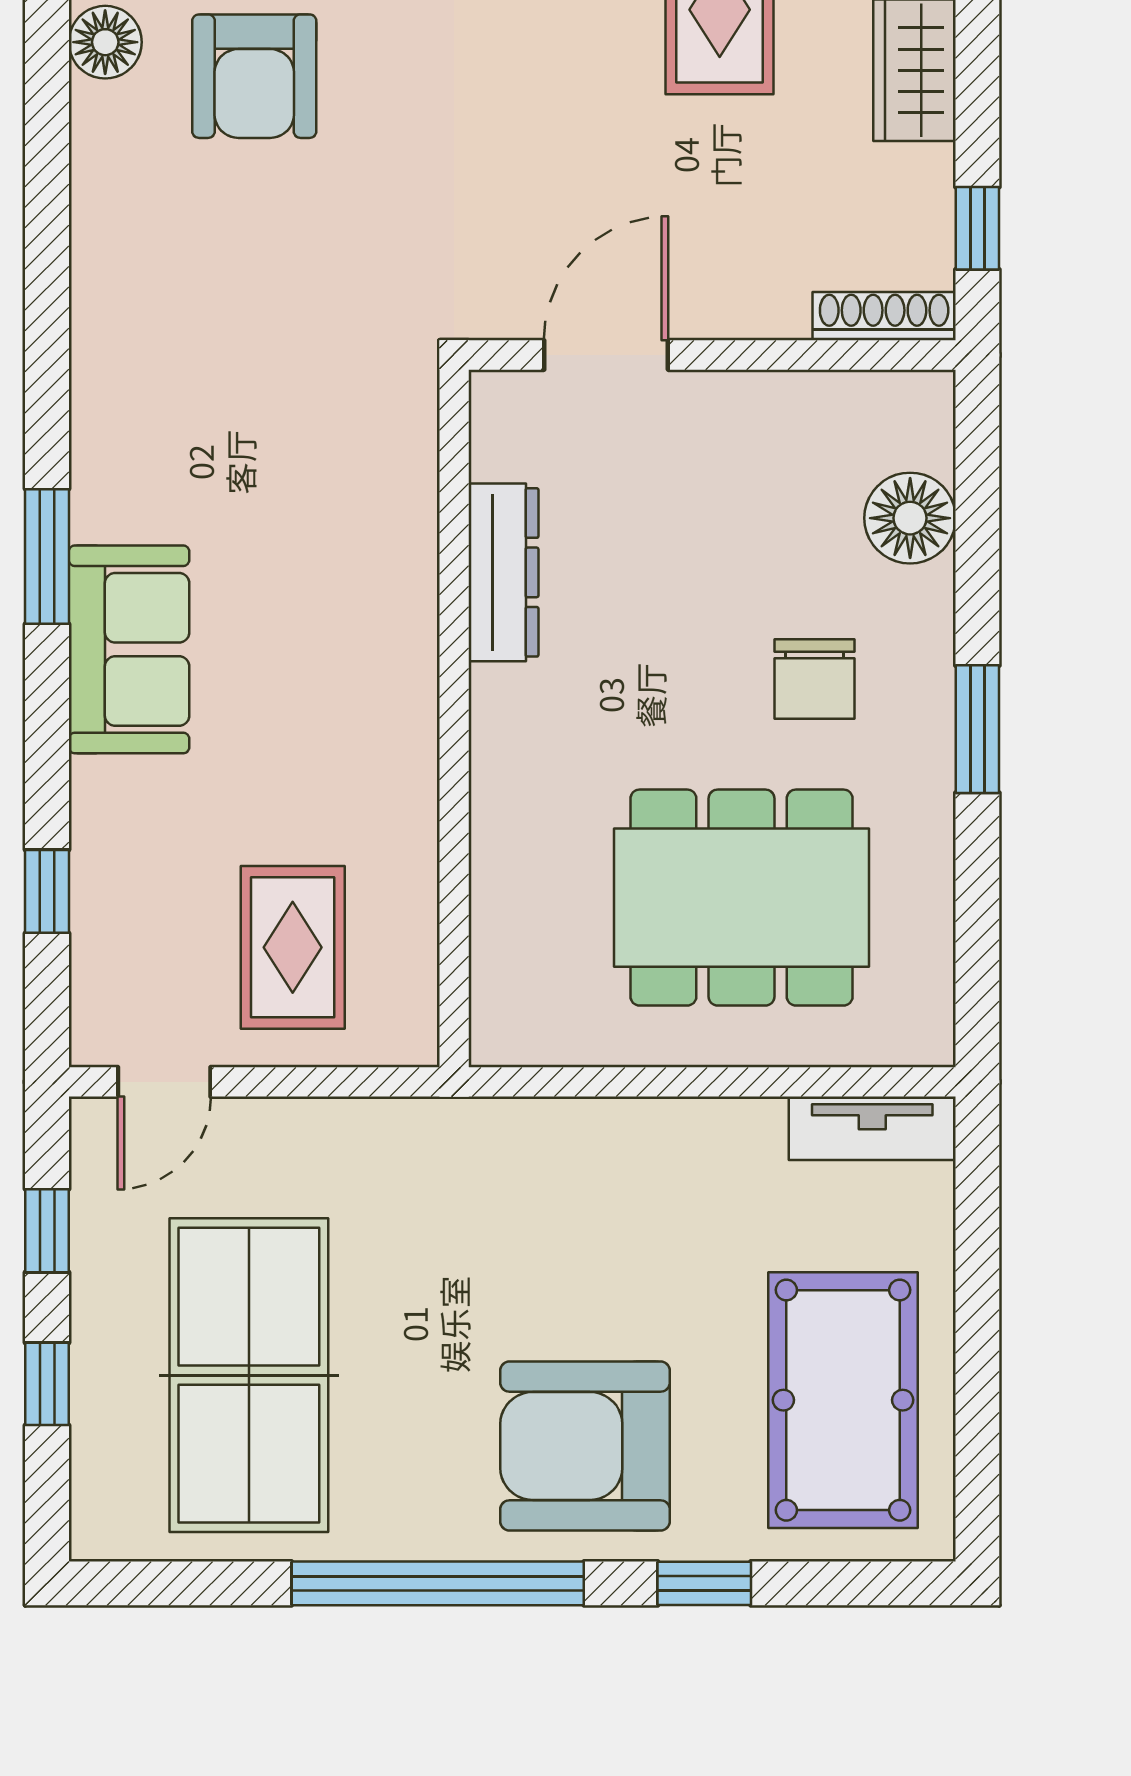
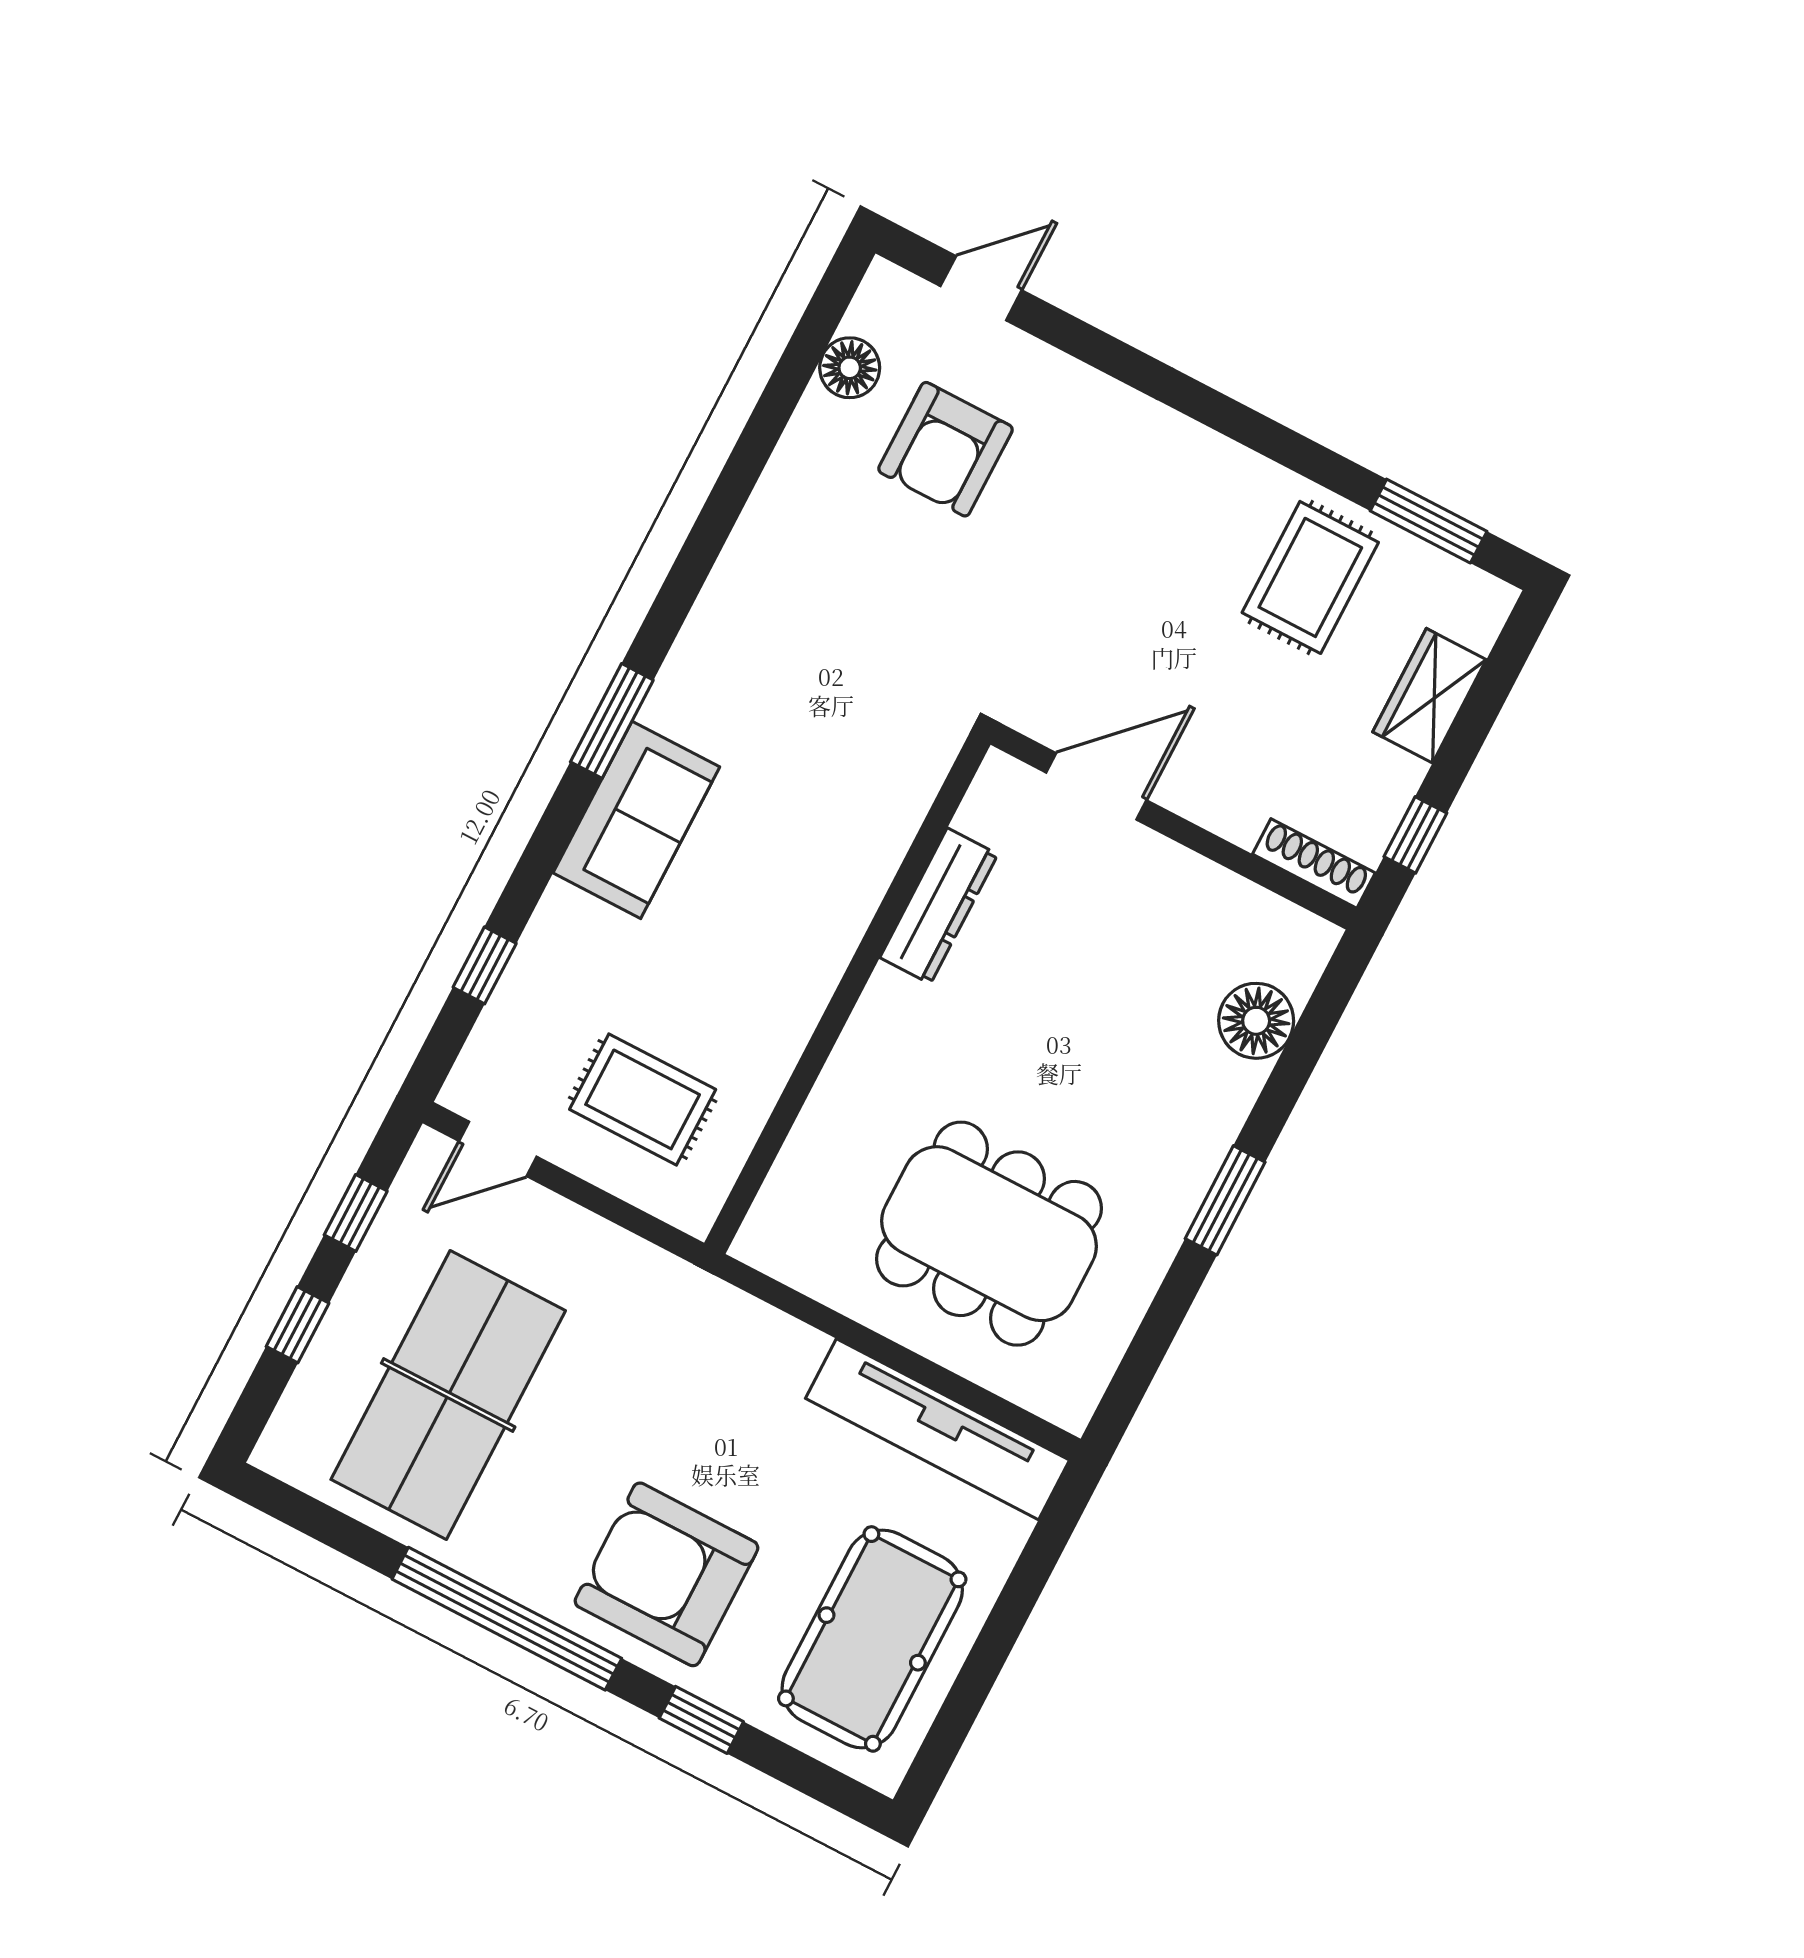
chair: (814, 679) -> (1125, 1102), removed
rug: (293, 947) -> (643, 1099), turned 90
tv unit: (872, 1128) -> (937, 1429), width x1.92, depth x1.29

